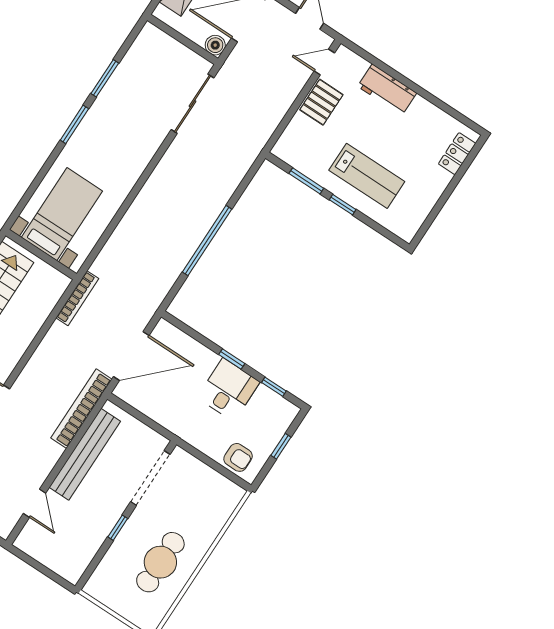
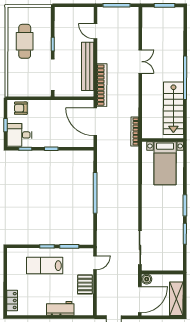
door: (324, 62) -> (95, 263), moved
door: (131, 356) -> (95, 122), hinge flipped
desk: (228, 390) -> (20, 135), moved, turned 90

